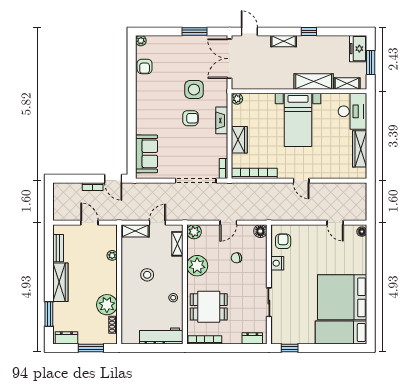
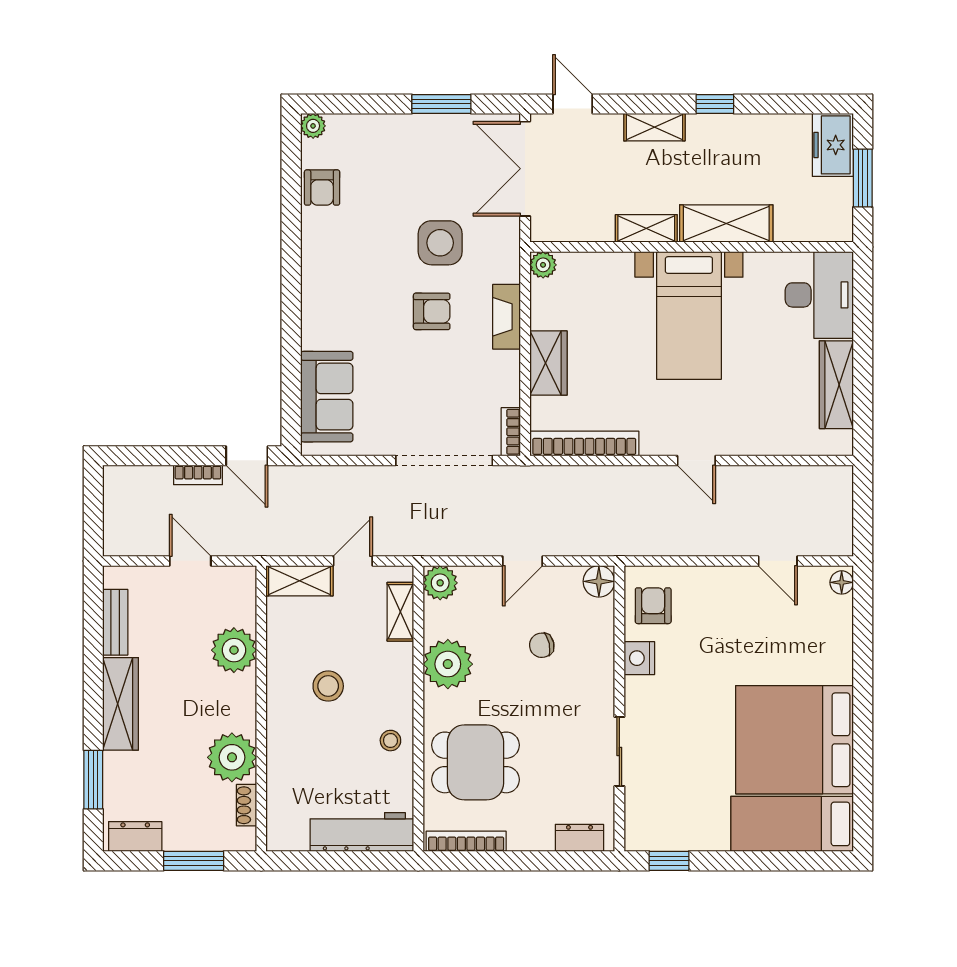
shelving: (347, 83) -> (646, 228), moved
plant: (112, 255) -> (234, 650), width x1.88, depth x1.88

